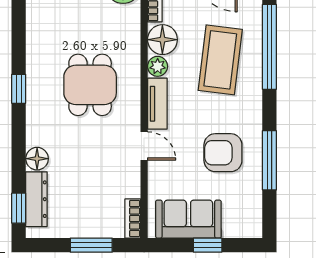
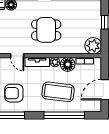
door: (144, 146) -> (17, 56), hinge flipped
armchair: (223, 153) -> (14, 93), turned -90

